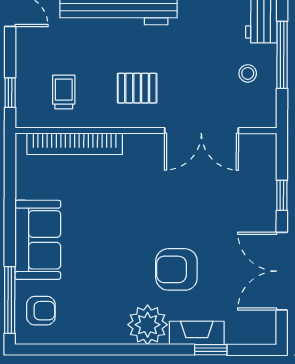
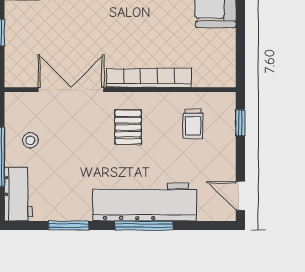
pallet: (137, 88) -> (128, 127), turned 90
bookcase: (75, 144) -> (149, 78), moved

